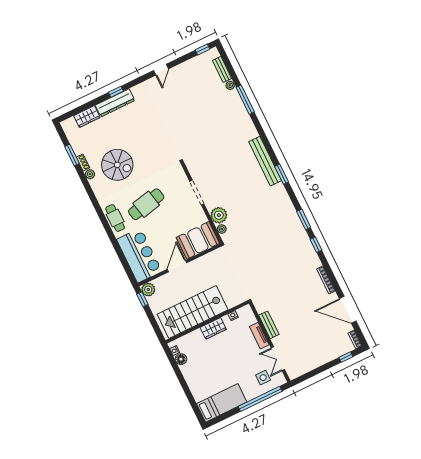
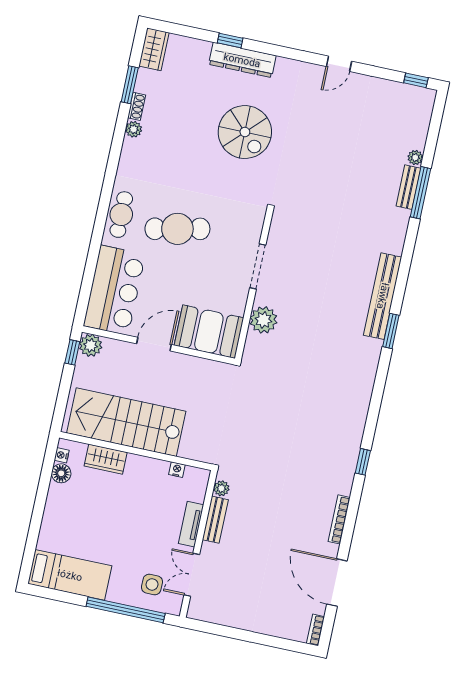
bench: (222, 69) -> (408, 187), moved
window: (116, 92) -> (230, 41), moved
wardrobe: (87, 117) -> (154, 49), moved, turned -90
spiral stairs: (117, 165) -> (245, 132), moved
window: (304, 219) -> (373, 415), removed
plant: (222, 229) -> (221, 488), moved
wardrobe: (213, 328) -> (106, 459), moved
window: (346, 357) -> (285, 644), removed

